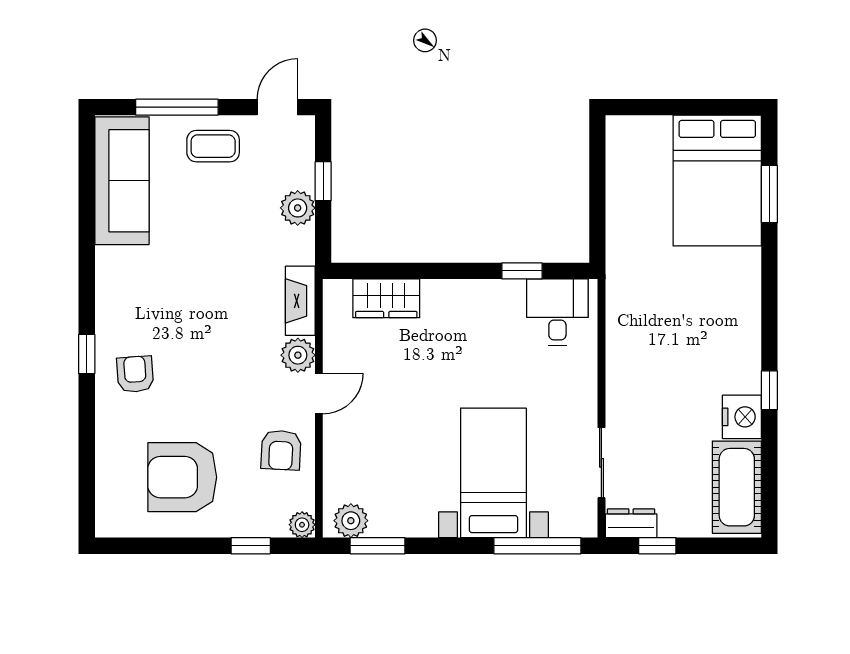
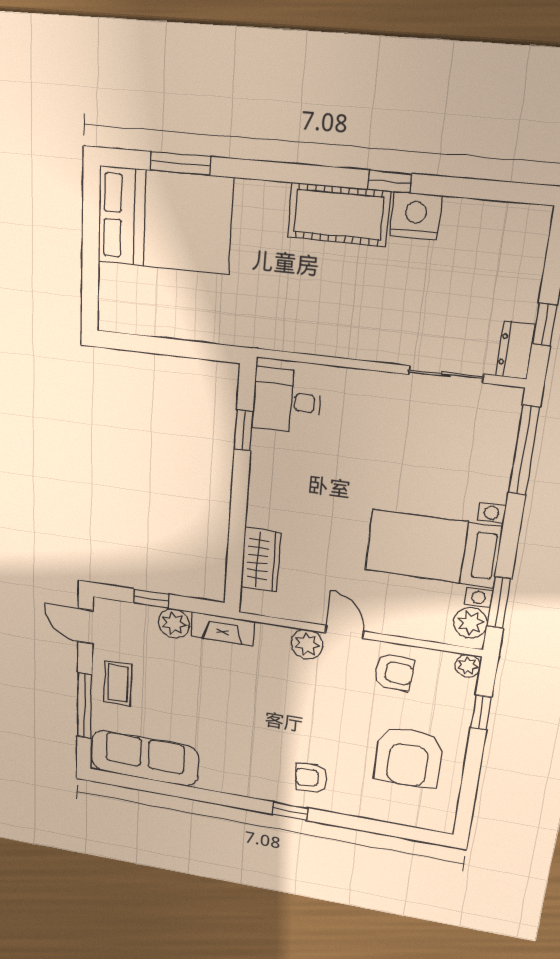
fireplace: (300, 301) -> (223, 629), moved
bed with nightstands: (493, 473) -> (433, 549), moved
cot: (737, 487) -> (339, 215), moved

